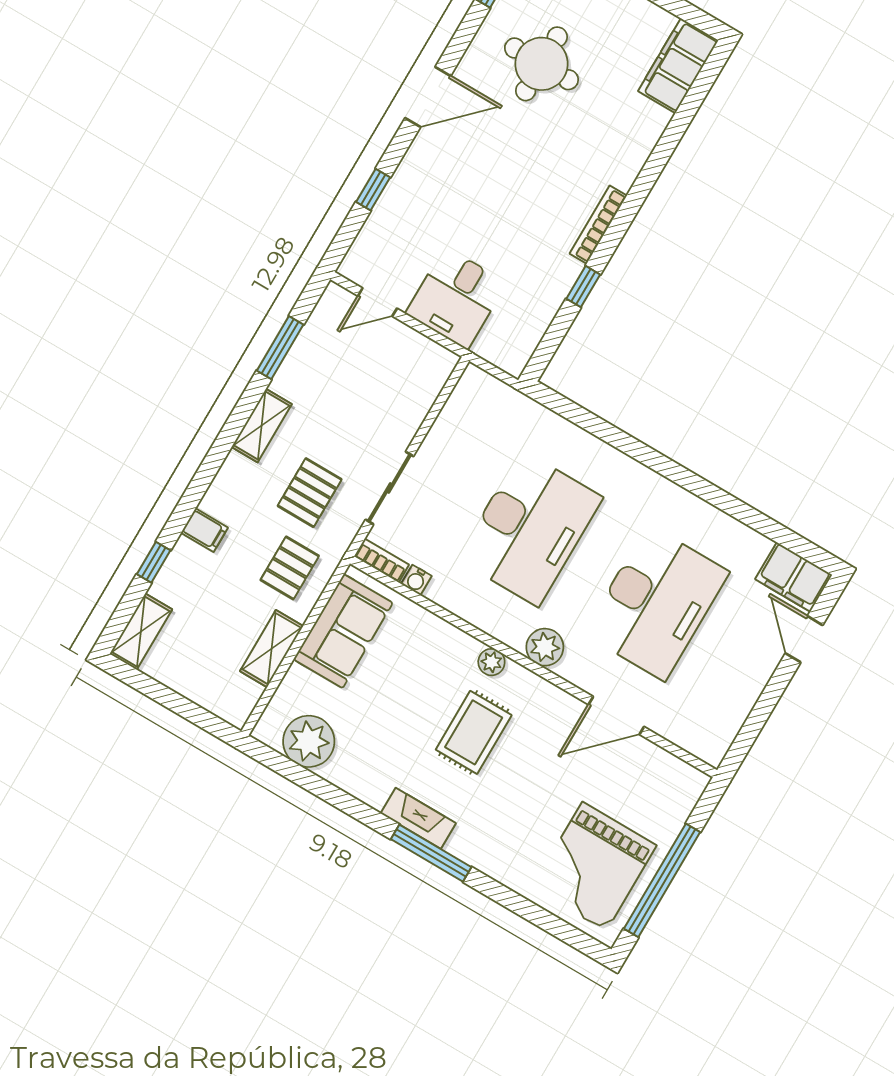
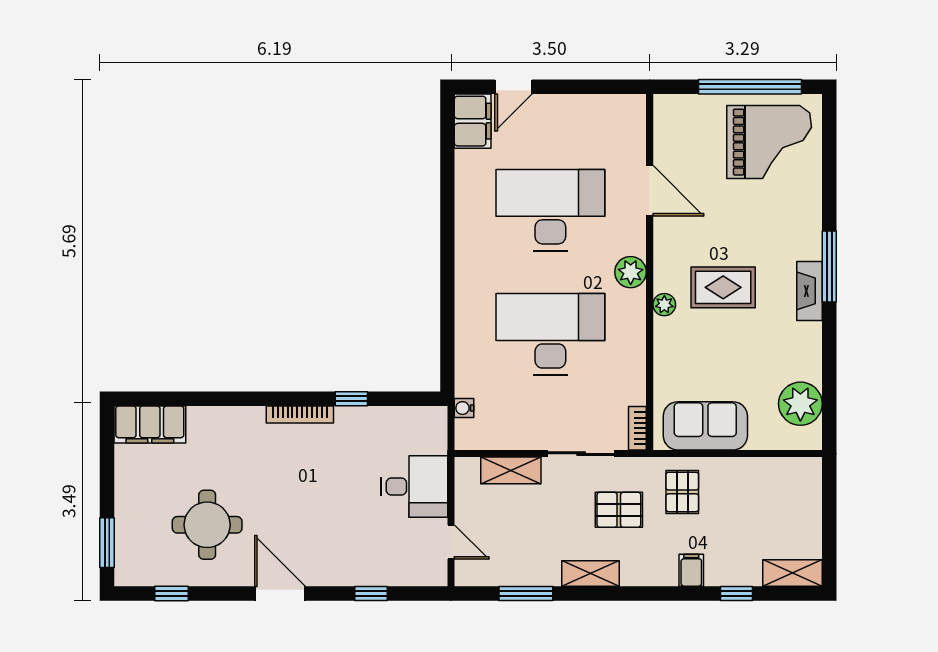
pallet: (290, 568) -> (682, 492), turned 90
water cooler: (416, 580) -> (464, 408), moved, turned 180
shelving: (272, 649) -> (511, 470), moved

